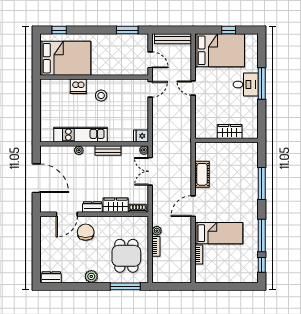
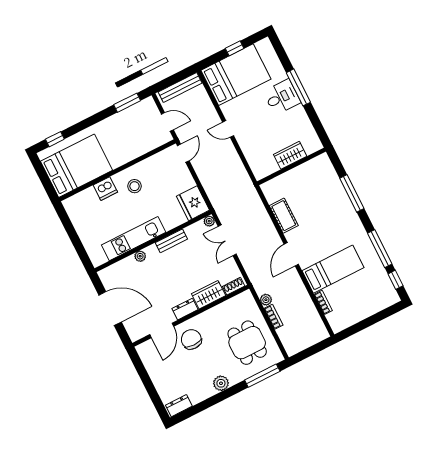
fridge: (141, 136) -> (193, 203), width x1.88, depth x1.34

